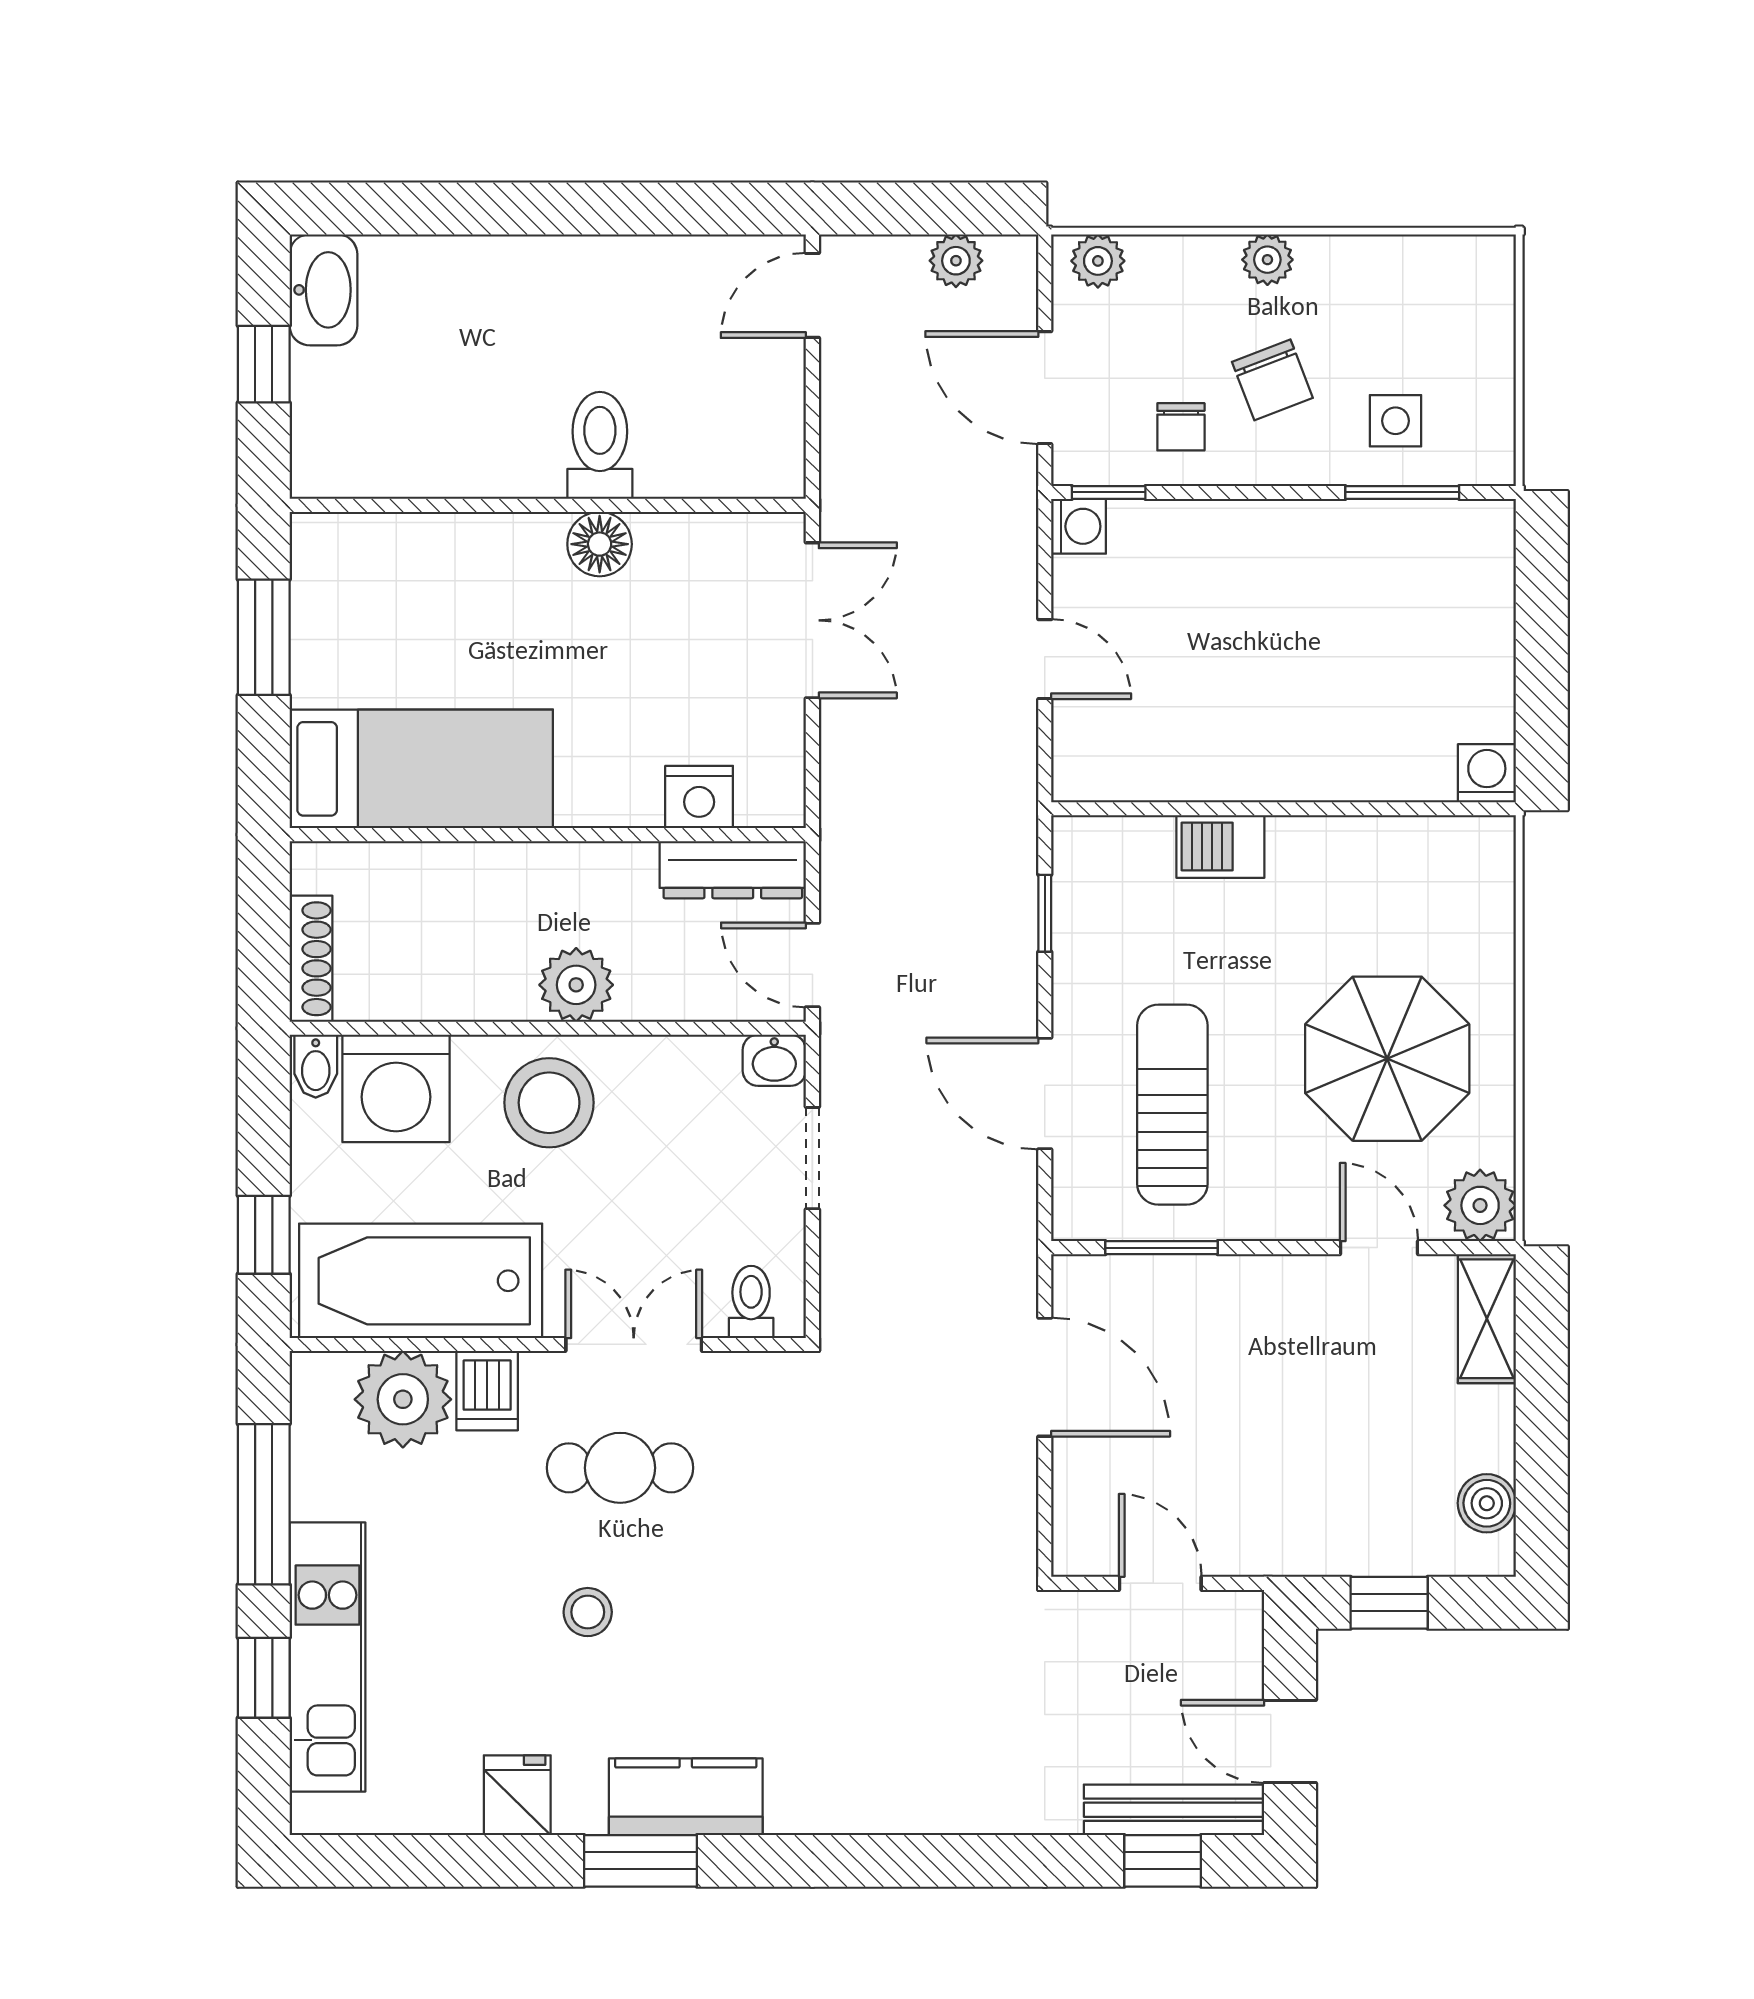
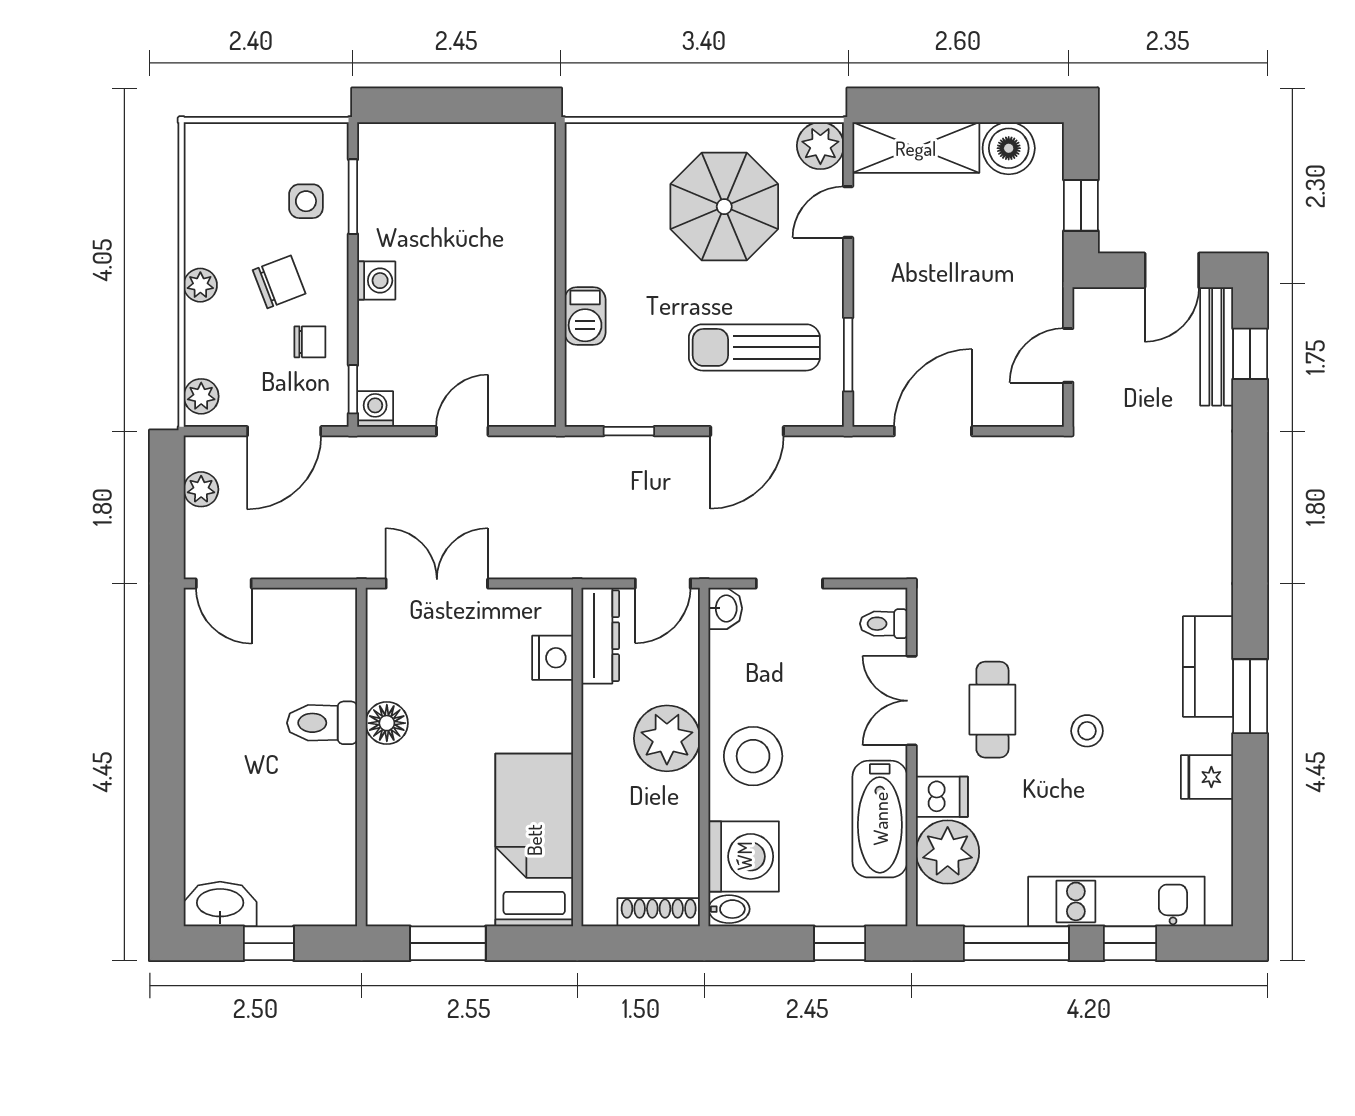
washing machine: (1487, 773) -> (376, 281), moved, turned 180
plant: (576, 985) -> (667, 738), width x1.36, depth x1.36
bathtub: (421, 1281) -> (880, 819), width x0.73, depth x0.73
shelving: (1487, 1319) -> (916, 148), width x1.50, depth x1.33
boiler: (1487, 1503) -> (1009, 148), width x1.36, depth x1.36

